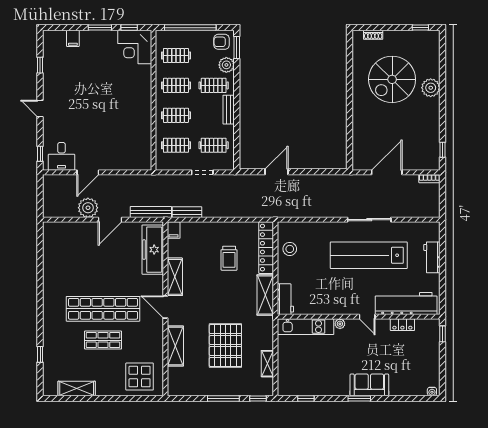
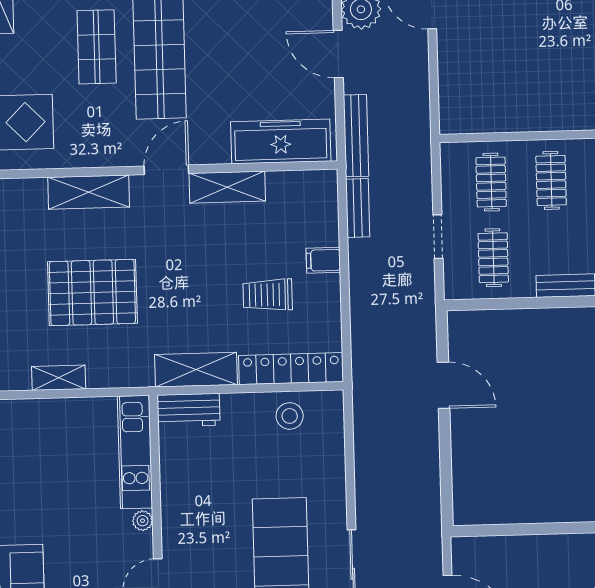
filing cabinet: (174, 230) -> (323, 260), moved

